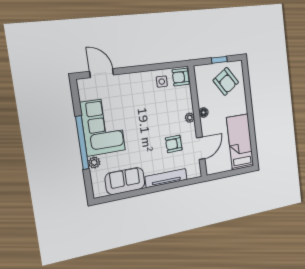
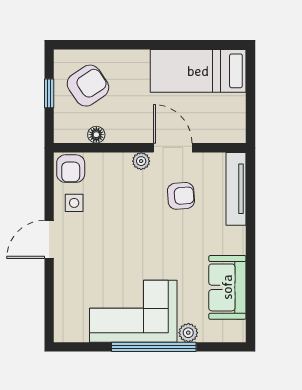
door: (102, 73) -> (49, 239), moved
floor lamp: (203, 112) -> (96, 135), moved
armchair: (174, 144) -> (181, 196), turned -92
door: (201, 148) -> (173, 148), moved
tv unit: (166, 178) -> (236, 189), moved

